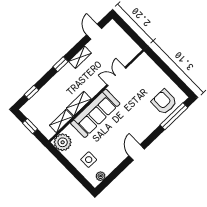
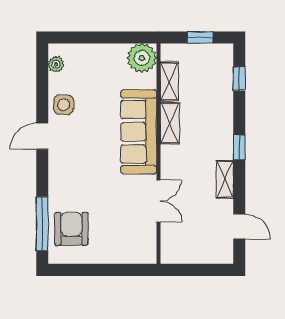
armchair: (164, 102) -> (71, 229), turned -90
door: (137, 152) -> (42, 136), swing flipped
side table: (89, 160) -> (64, 105), moved

